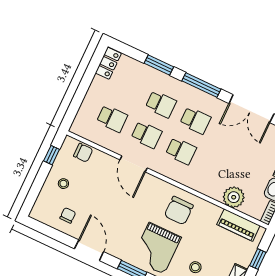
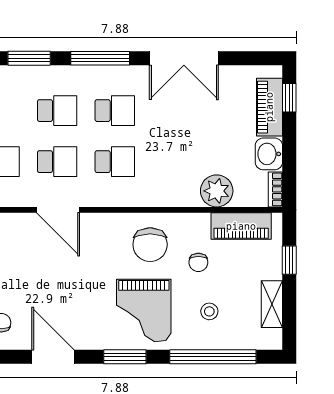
chair: (203, 235) -> (198, 262), added

